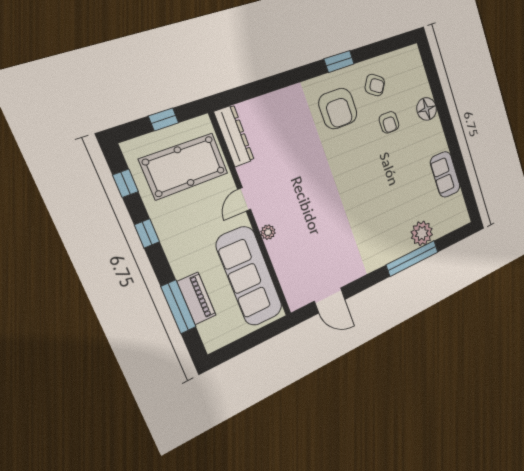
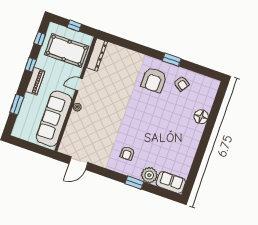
armchair: (389, 122) -> (127, 153), moved
sofa: (445, 174) -> (171, 182), moved, turned 90
window: (412, 258) -> (134, 183), width x0.47
piano: (196, 298) -> (35, 81), moved
door: (330, 300) -> (78, 163), hinge flipped
window: (178, 307) -> (17, 105), width x0.69

